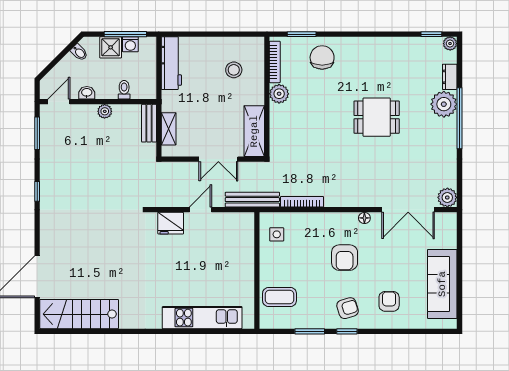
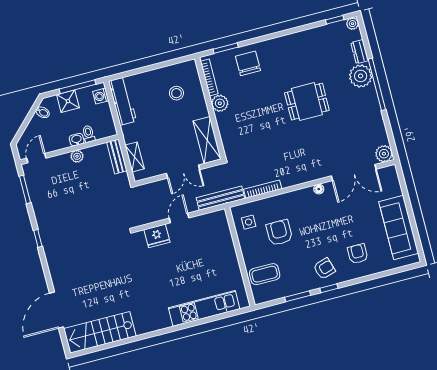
washing machine: (130, 44) -> (101, 96), moved, turned 90
washbasin: (87, 93) -> (77, 140), moved
armchair: (345, 258) -> (279, 233), moved, turned 180

